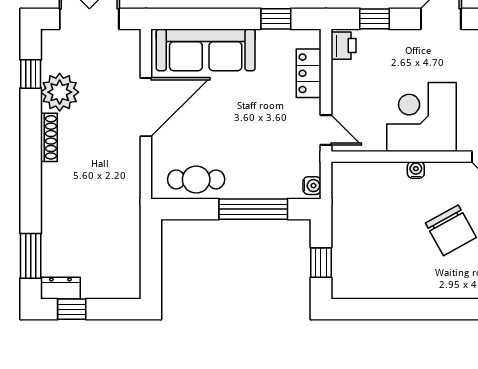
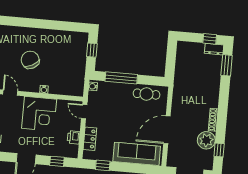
printer: (343, 46) -> (74, 137), moved

